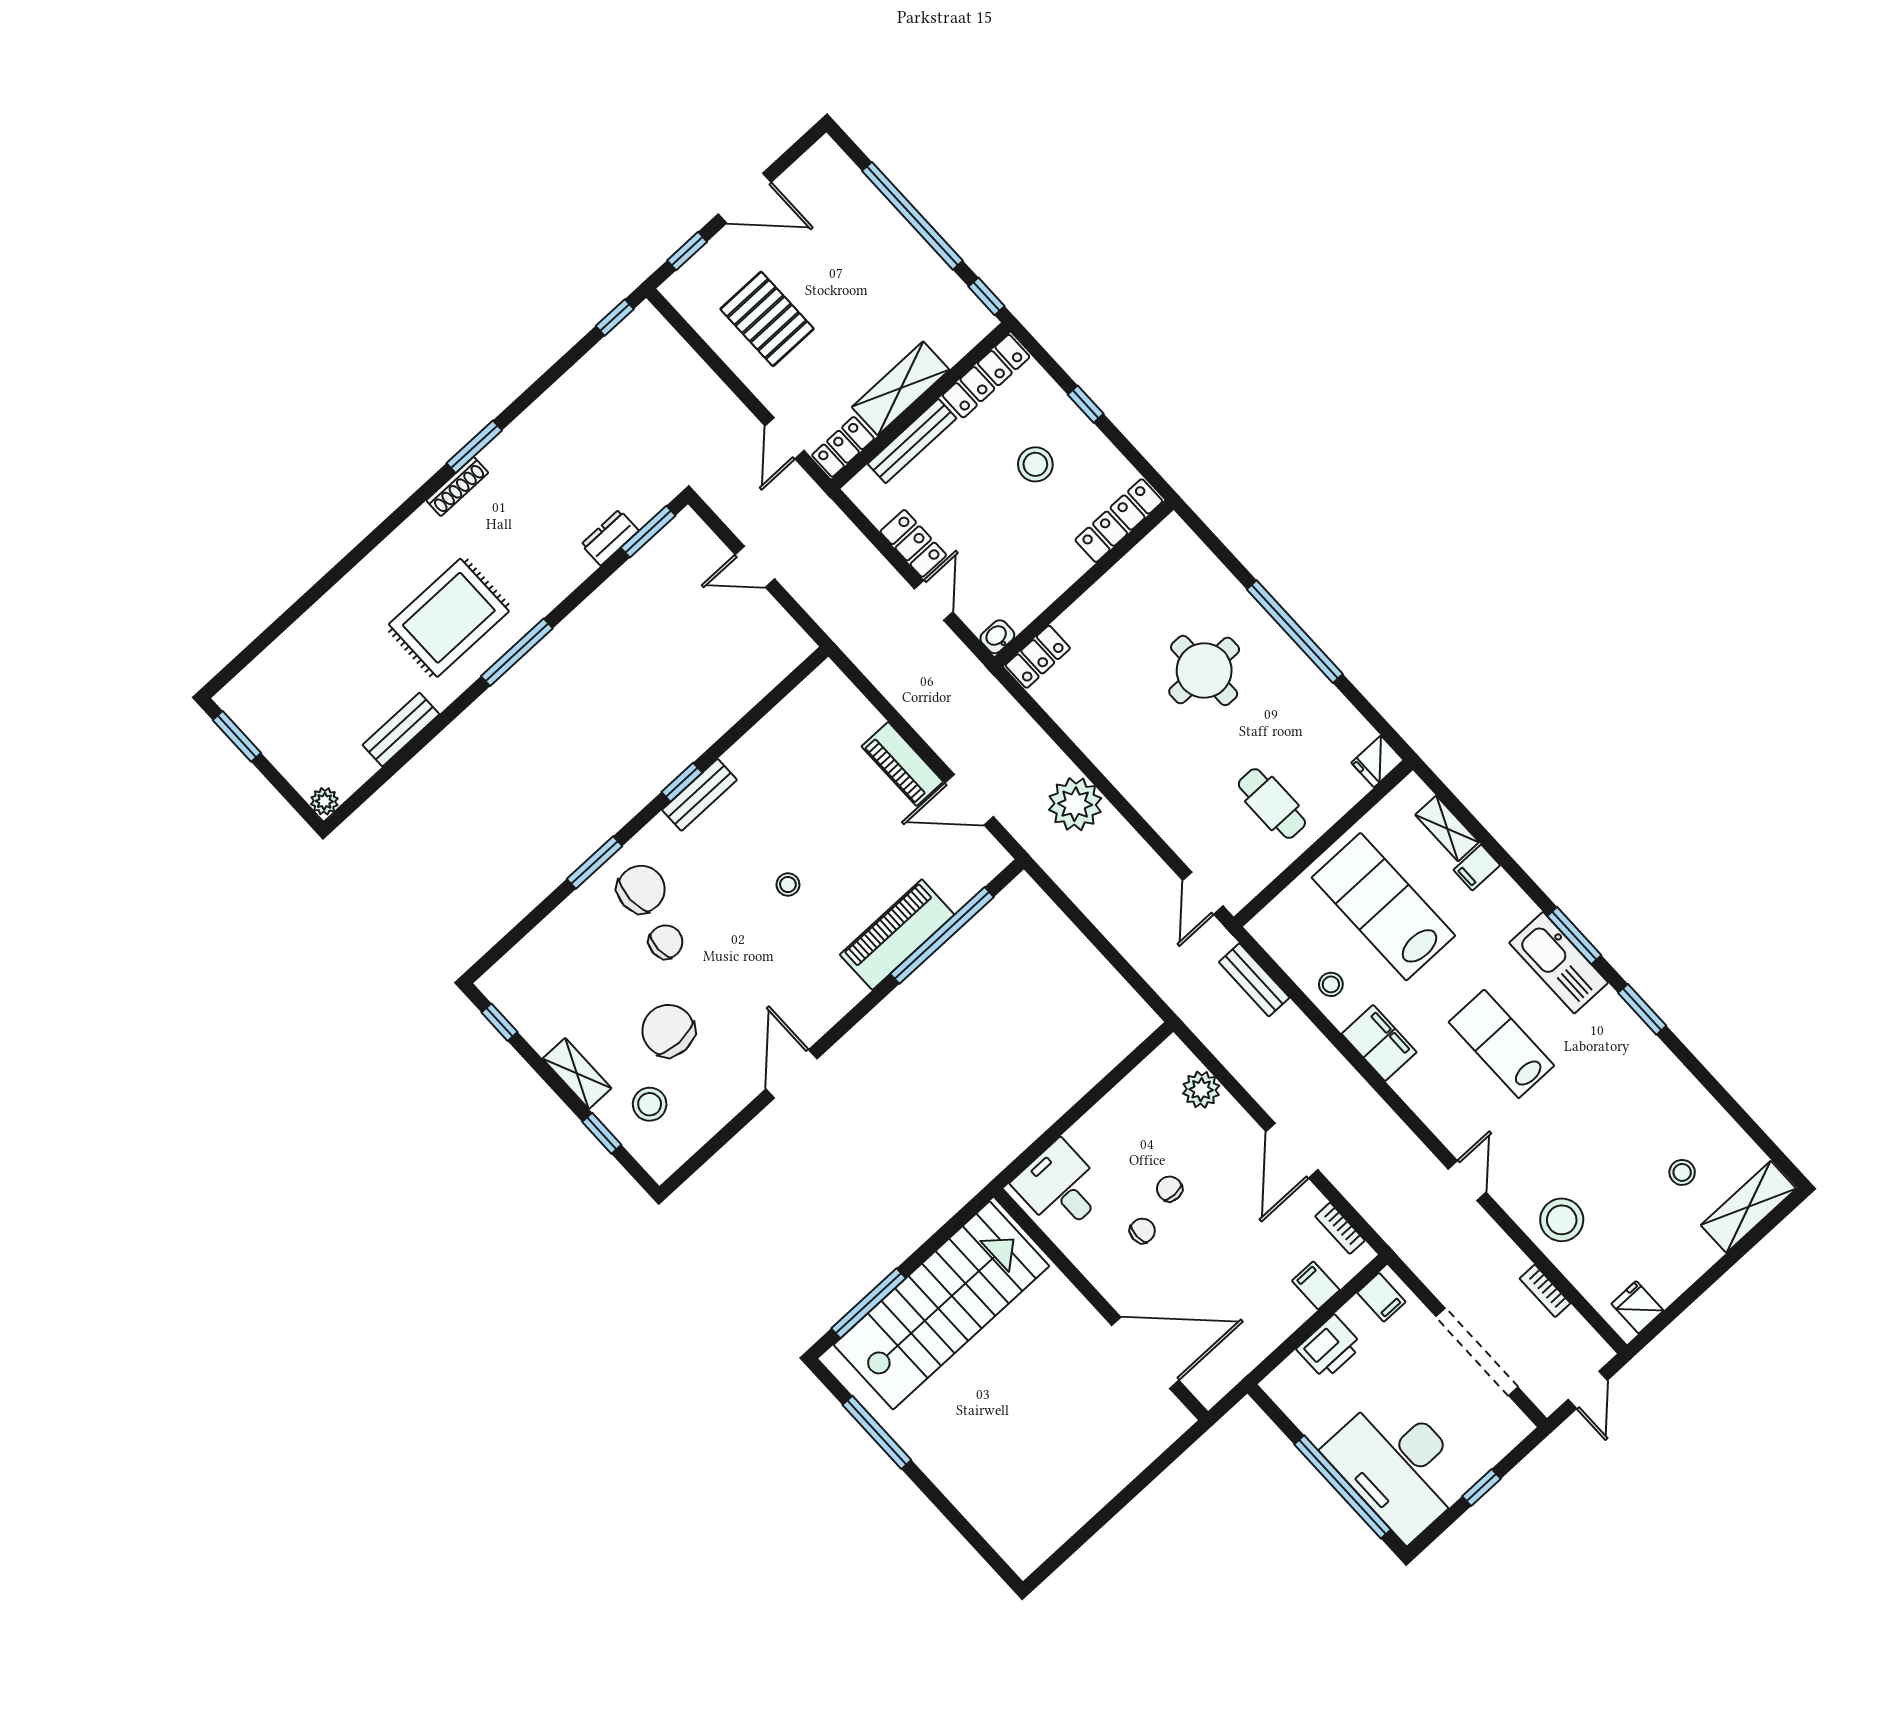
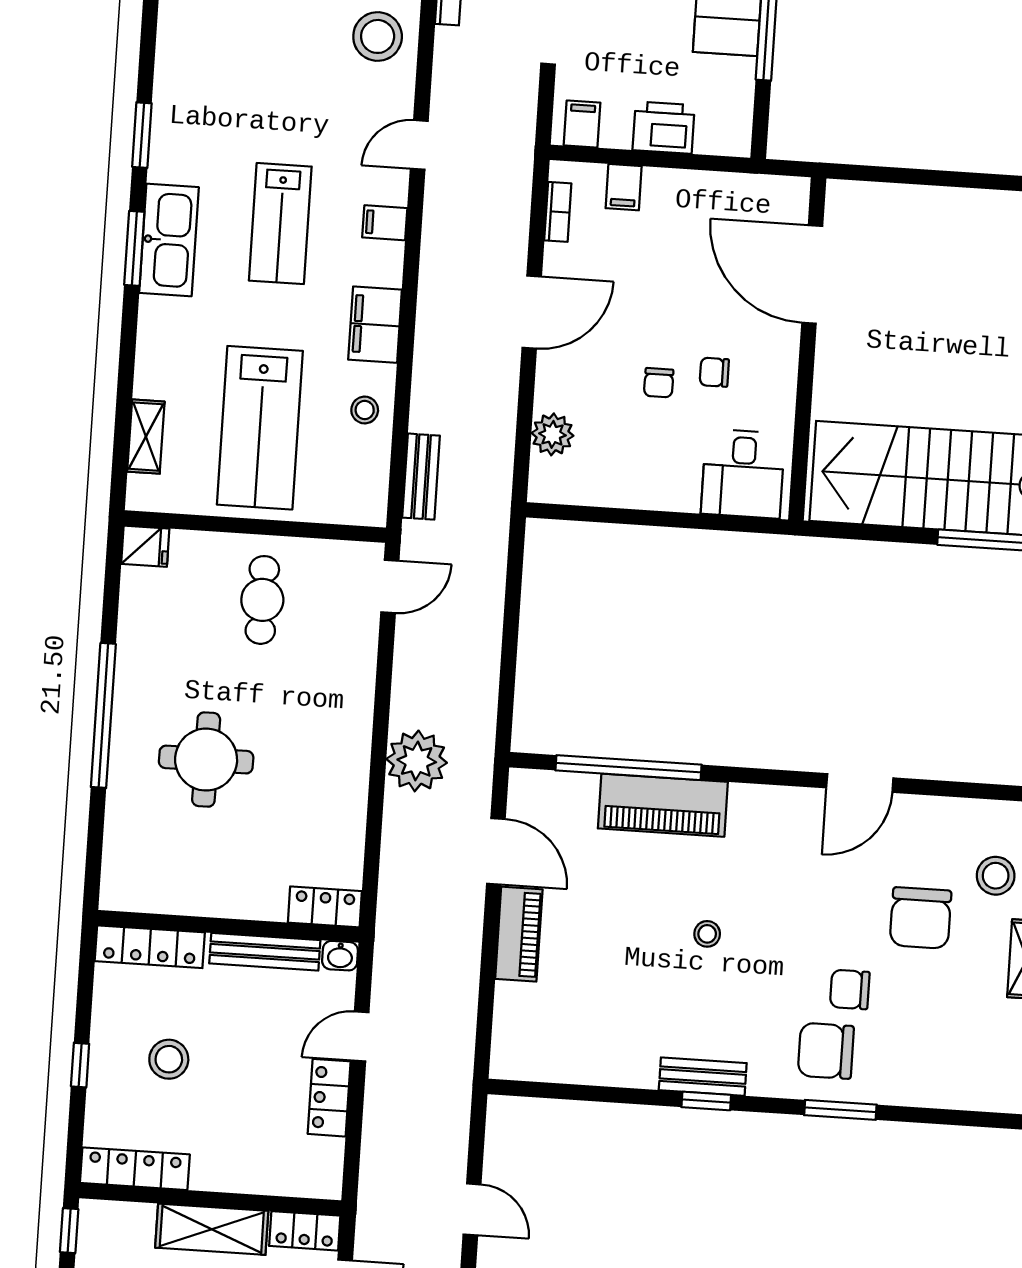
bench: (912, 441) -> (265, 952), moved
filing cabinet: (1477, 868) -> (385, 223), moved, turned 180

